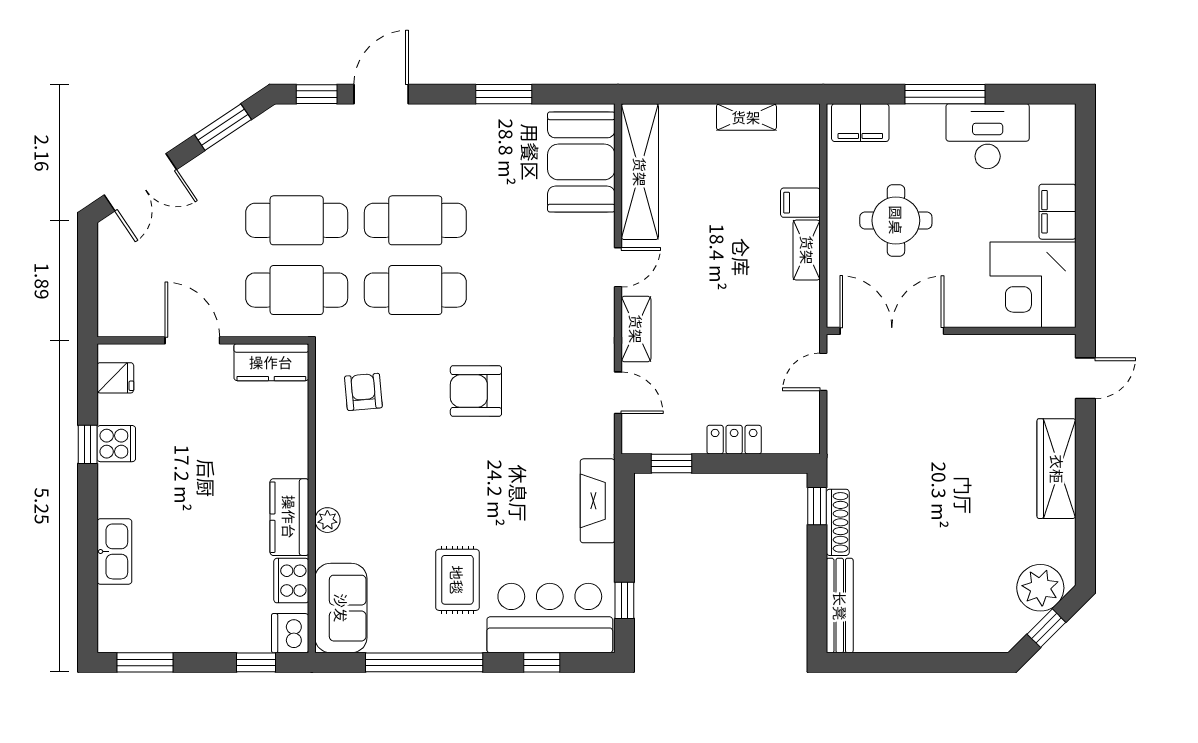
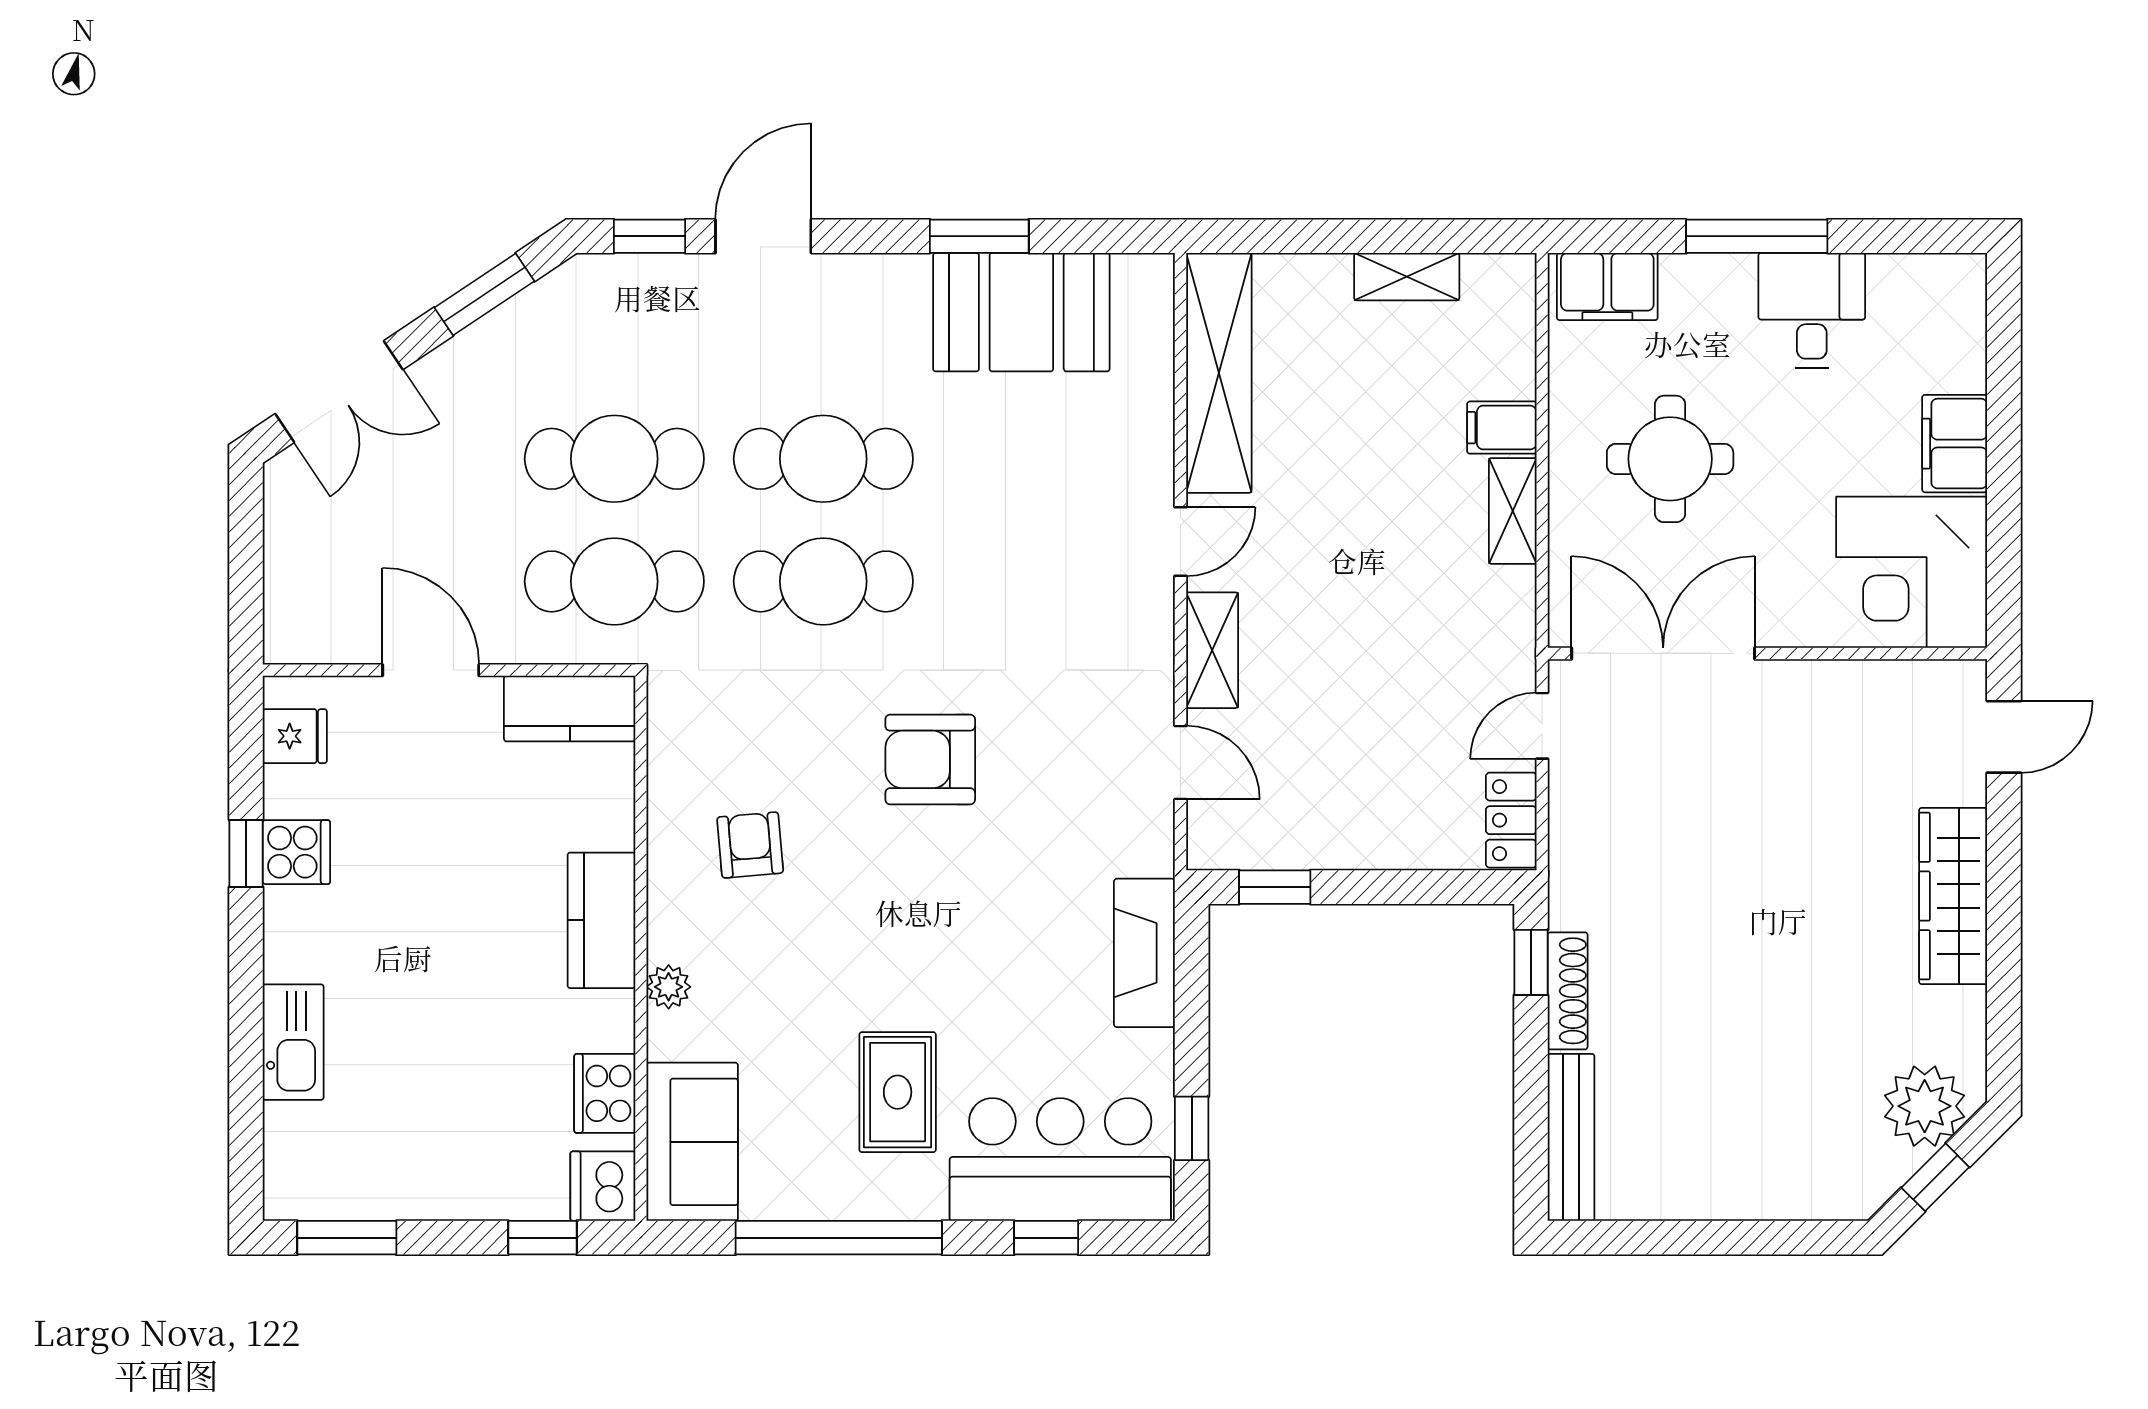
desk: (988, 136) -> (1812, 310), width x0.73
booth: (581, 162) -> (1021, 312), moved, turned 90
armchair: (363, 392) -> (750, 845), moved
locker: (734, 440) -> (1511, 820), moved, turned -90
kitchen counter: (289, 517) -> (601, 920), moved

